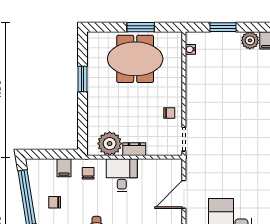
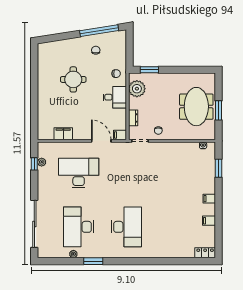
plant: (250, 40) -> (209, 187), removed
window: (83, 79) -> (149, 70), moved
dresser: (134, 149) -> (133, 118), moved
filing cabinet: (64, 168) -> (120, 135), moved

